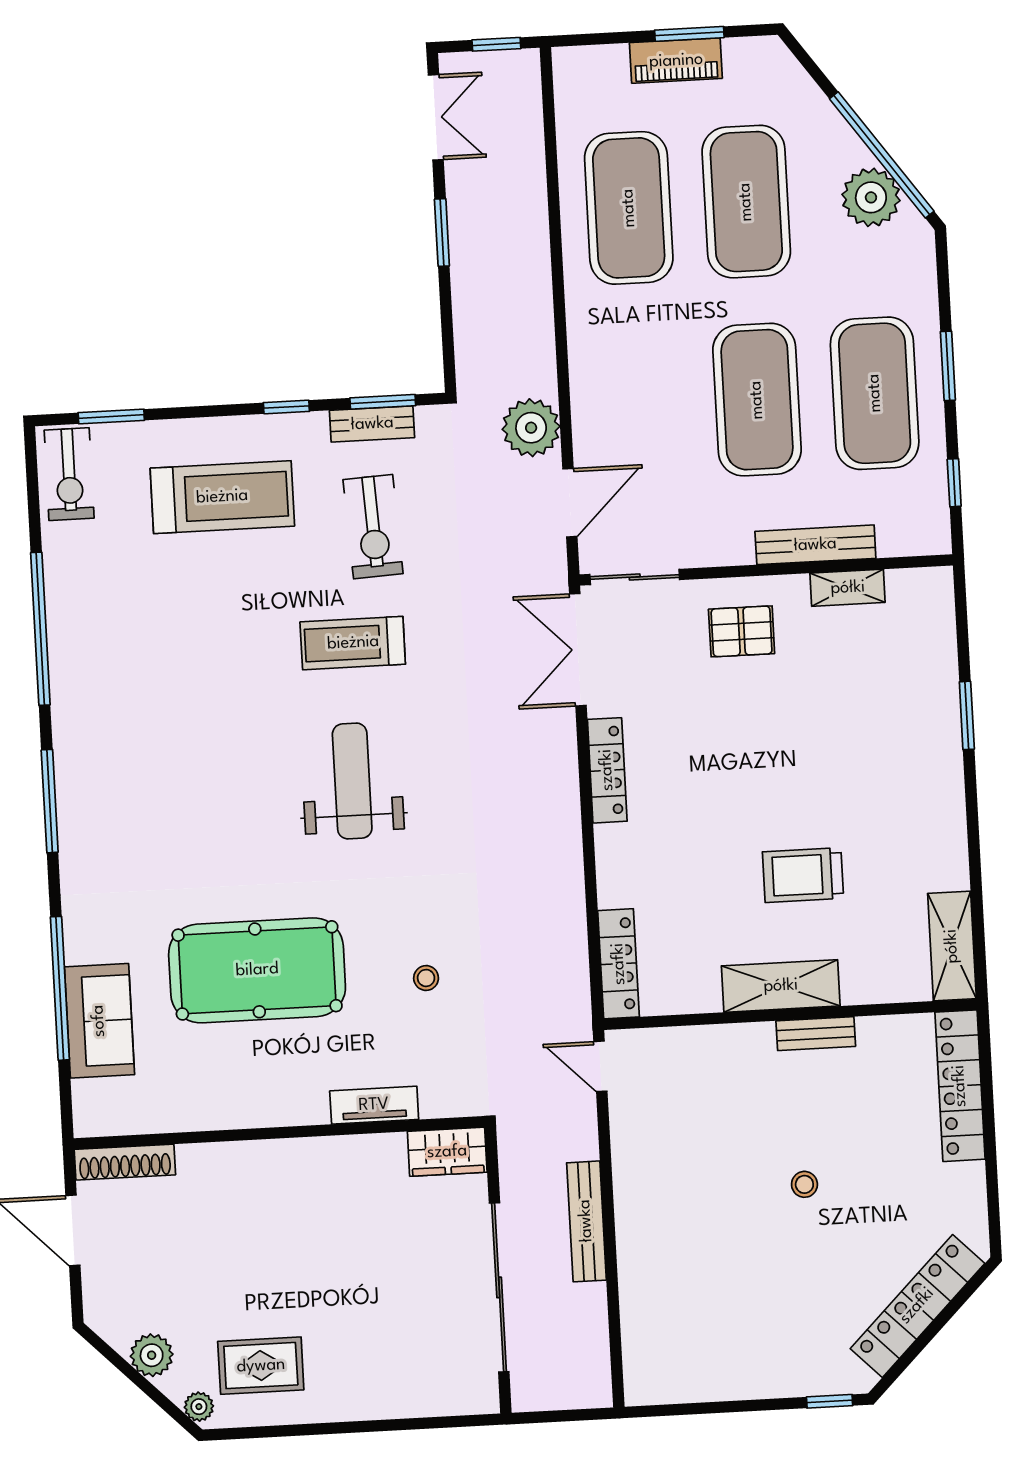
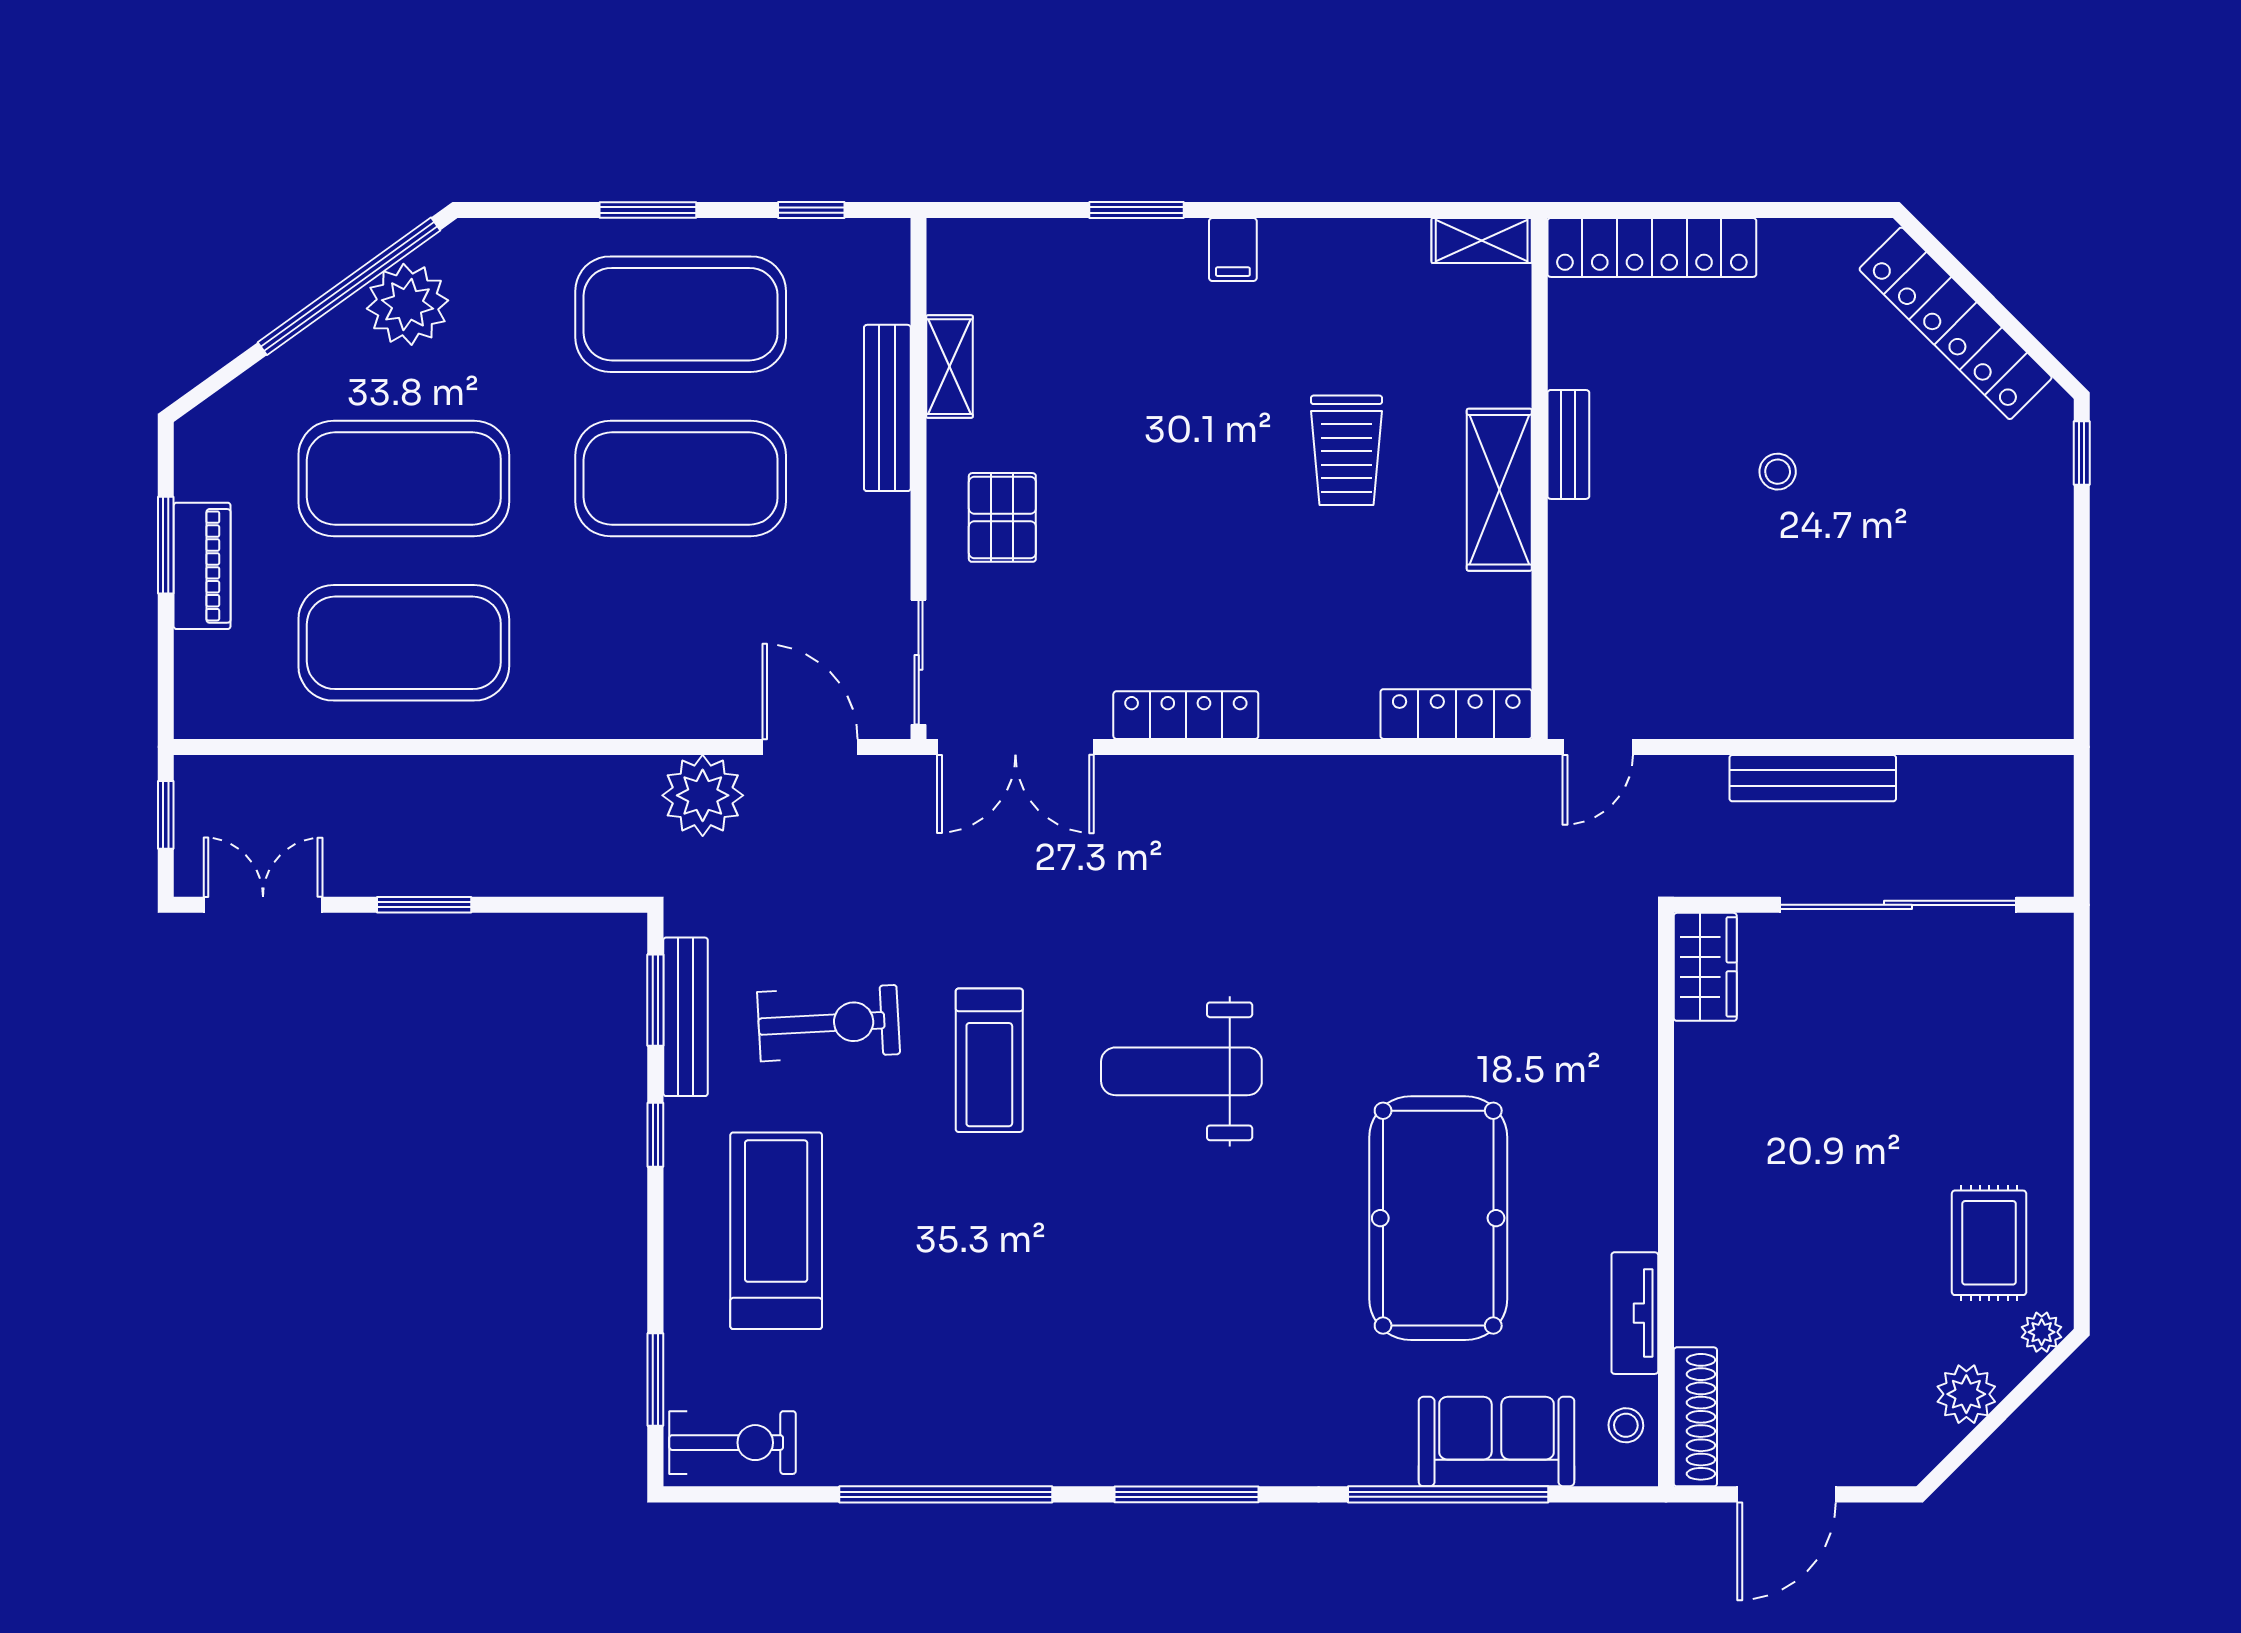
bench: (372, 424) -> (685, 1017), width x1.36
filing cabinet: (942, 786) -> (1233, 250), added
shelving: (952, 946) -> (1482, 240), width x0.67, depth x0.75
stool: (426, 978) -> (1626, 1425), moved
tv unit: (374, 1105) -> (1635, 1313), moved

